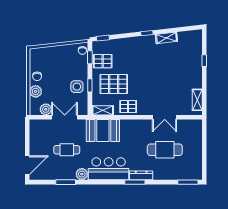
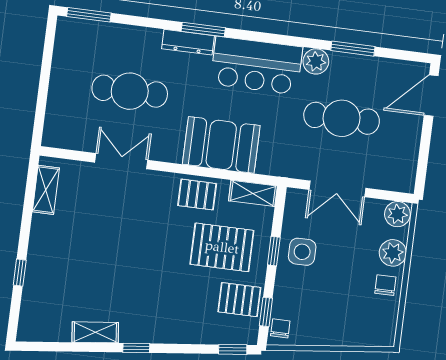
plant: (46, 109) -> (397, 214), moved
booth: (103, 131) -> (221, 145), moved
cafe table: (67, 150) -> (342, 118), width x1.37, depth x1.35

